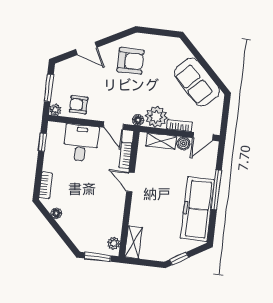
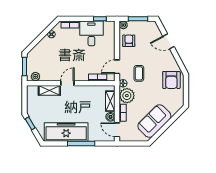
door: (86, 48) -> (169, 41), hinge flipped
armchair: (131, 61) -> (171, 80), moved
coffee table: (127, 96) -> (139, 73), added
desk: (81, 143) -> (91, 33), moved, turned -90
door: (131, 182) -> (67, 83), moved
shelving: (134, 242) -> (49, 90), moved

